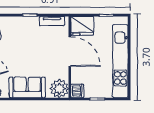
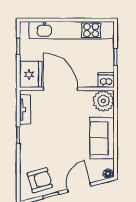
door: (70, 52) -> (60, 89), hinge flipped

